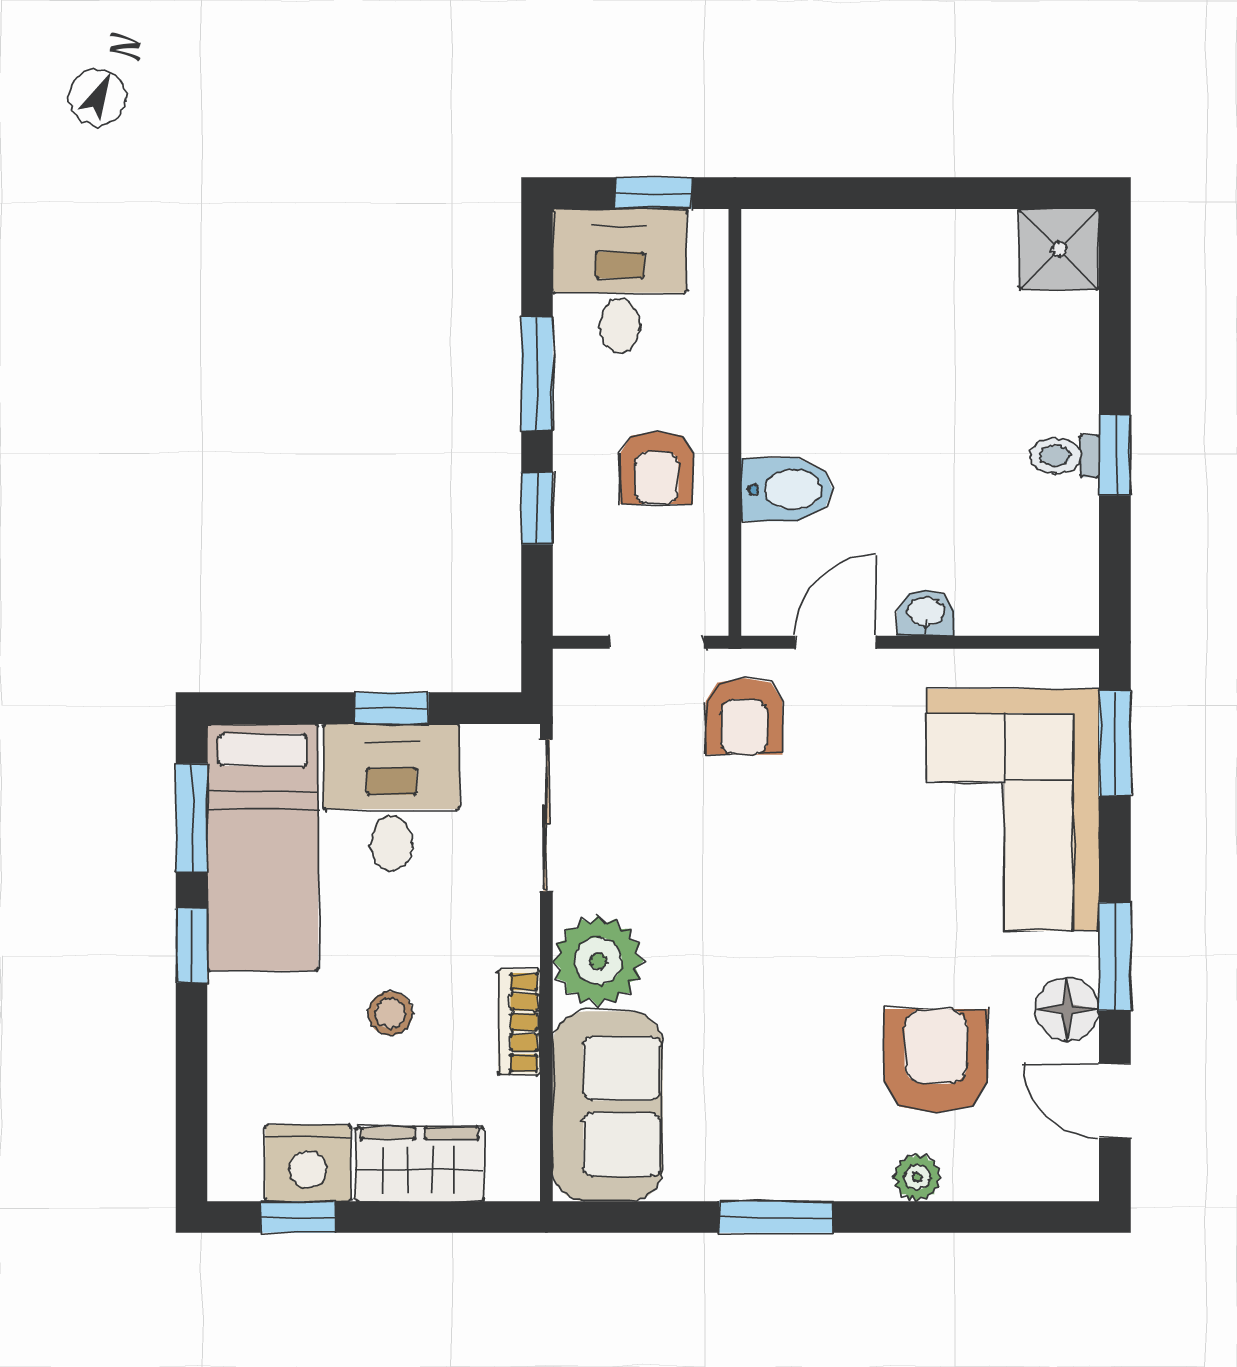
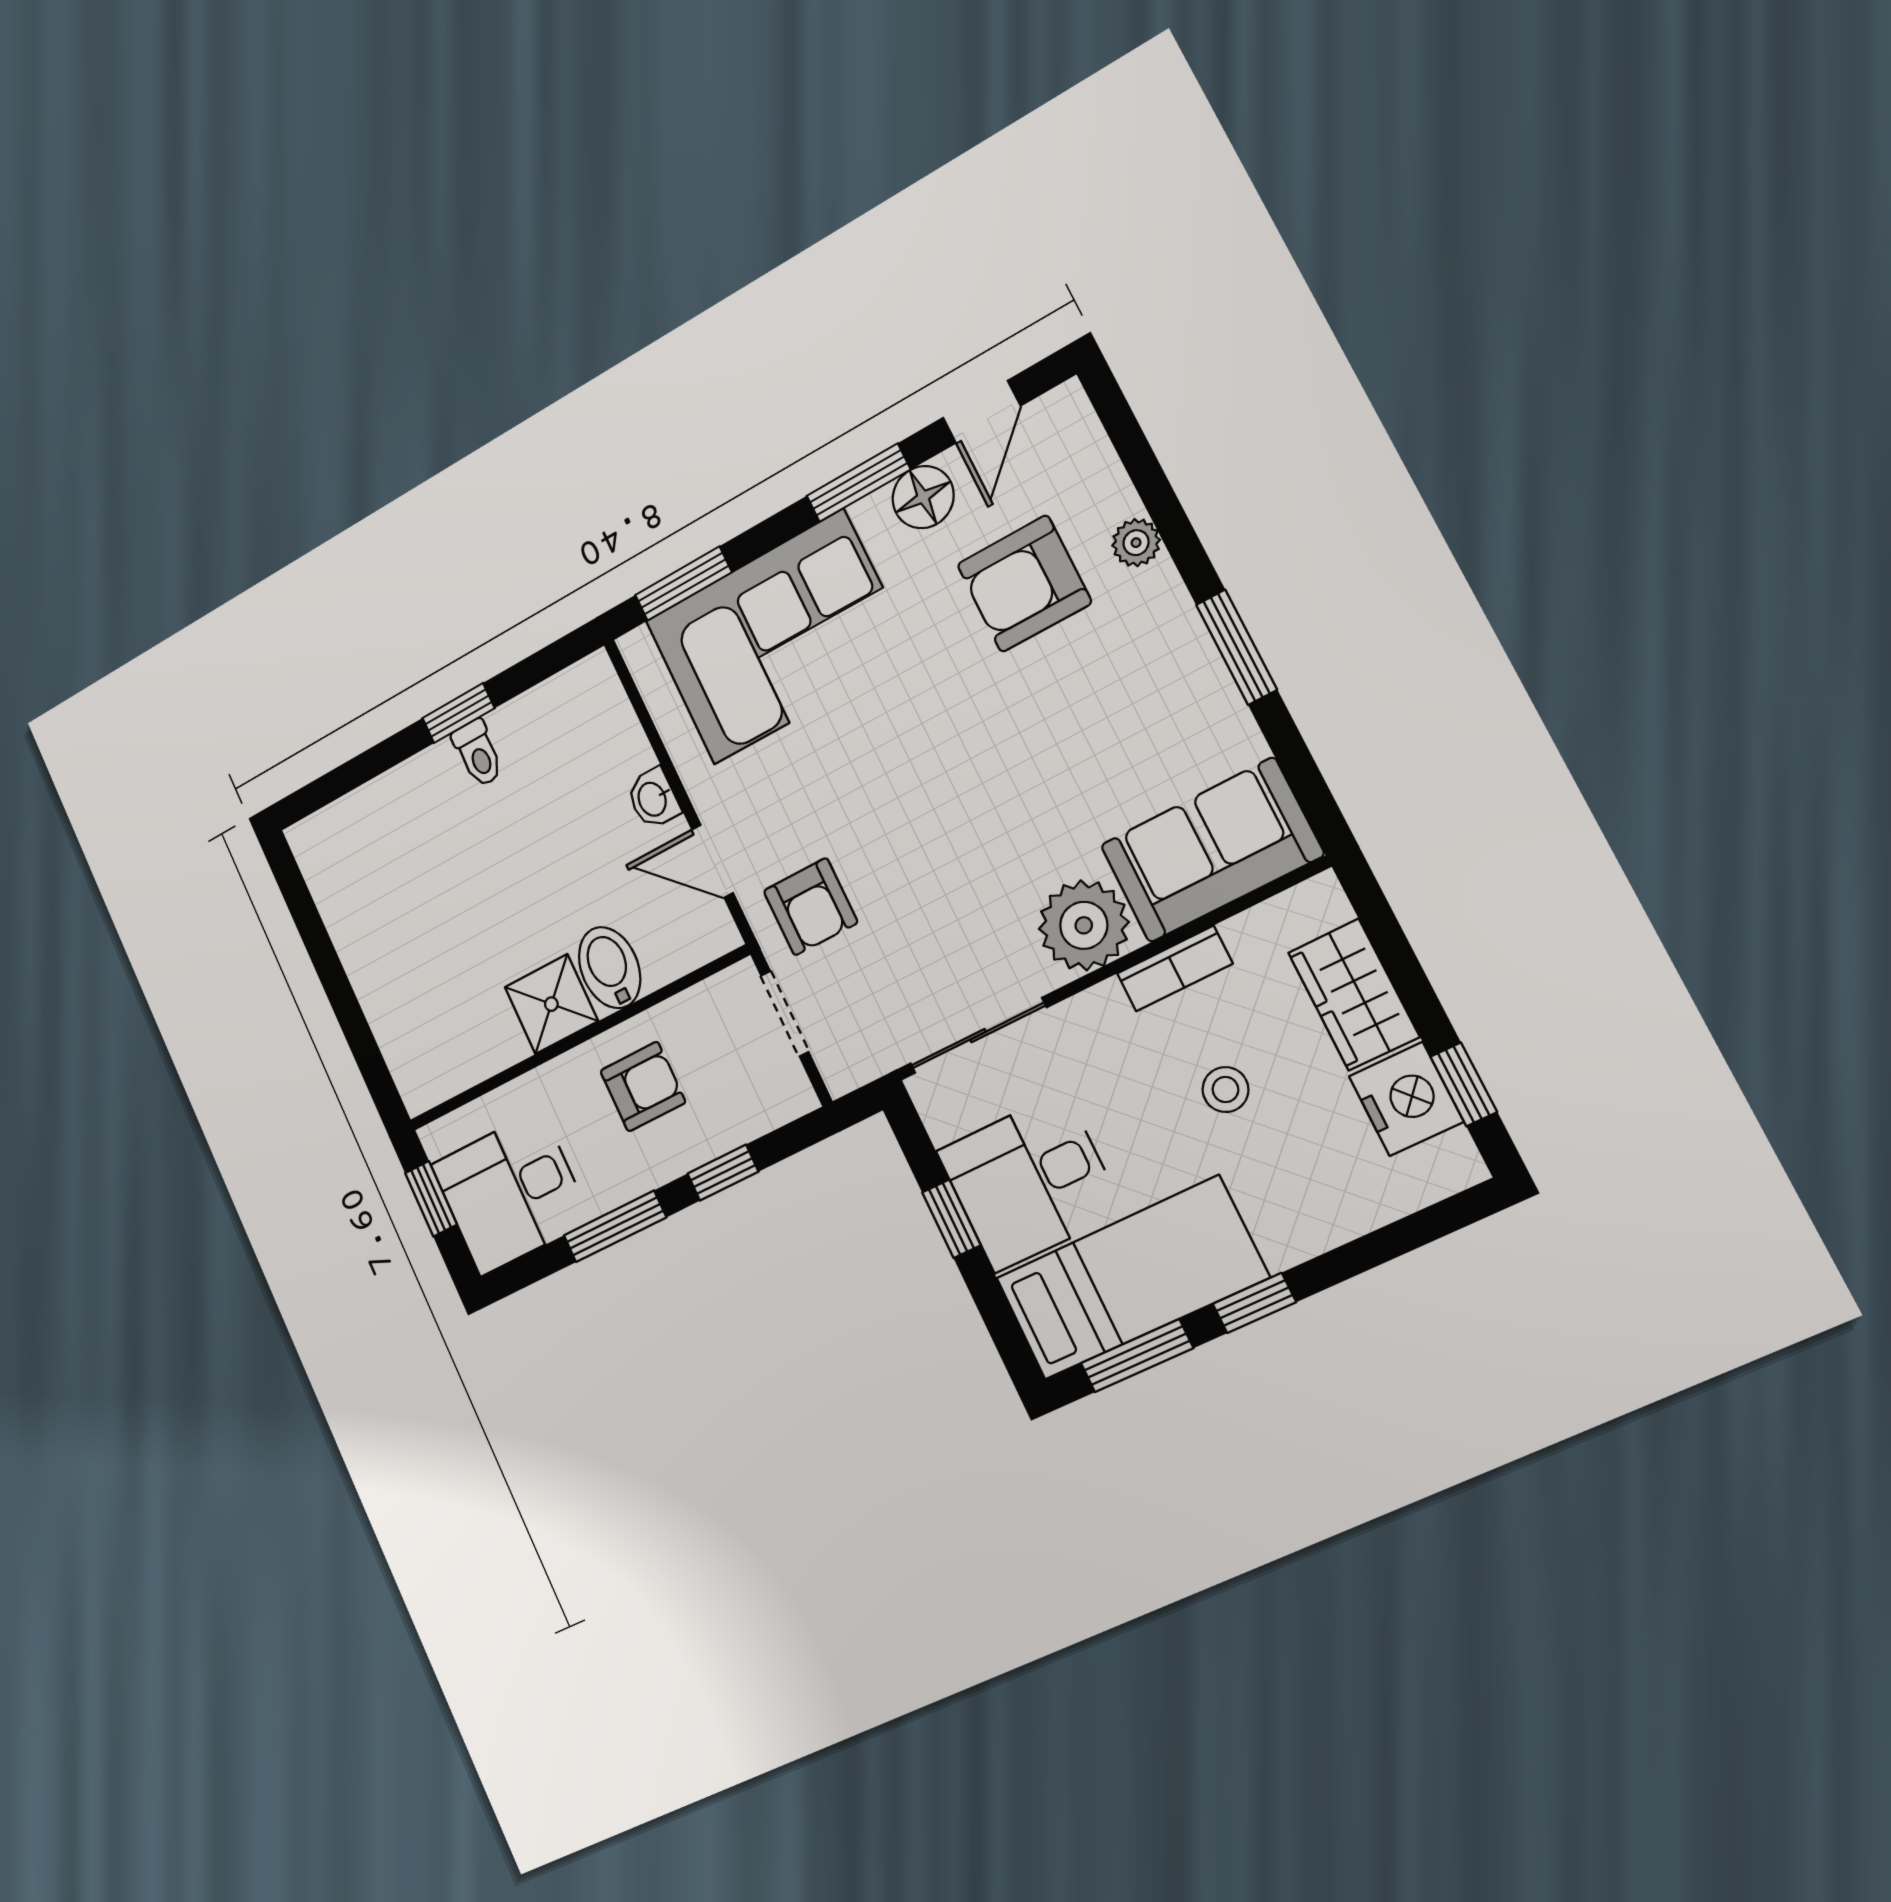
shower: (1059, 249) -> (551, 1004), moved
armchair: (744, 716) -> (811, 907), turned 90

